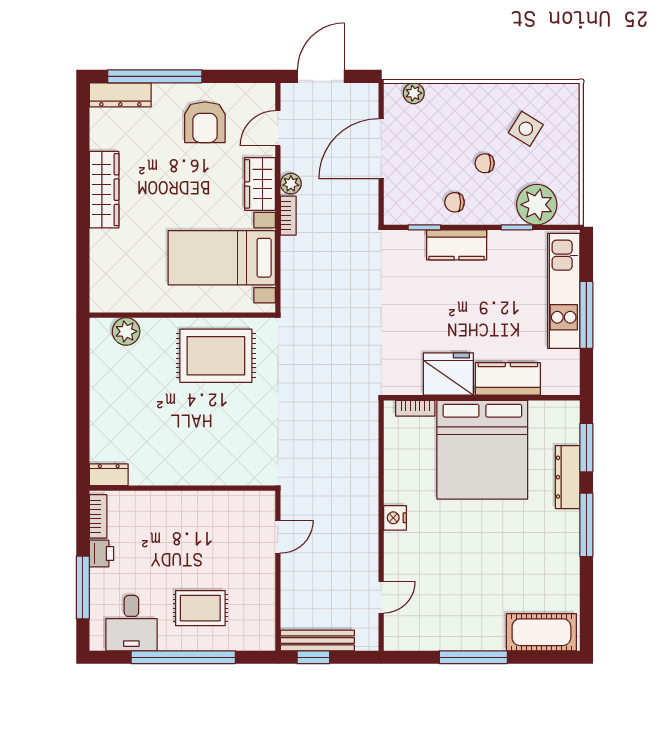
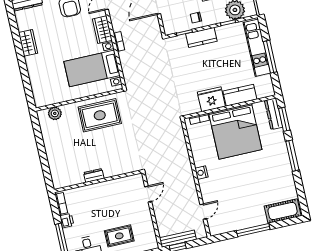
plant: (291, 184) -> (117, 26), removed
wardrobe: (104, 190) -> (28, 43), width x0.67
dresser: (109, 475) -> (94, 176), moved
dresser: (568, 477) -> (274, 114), moved

